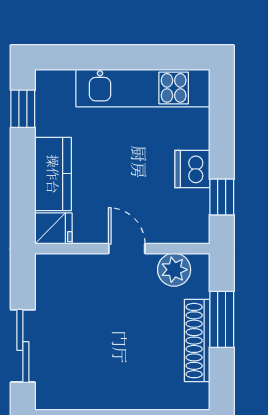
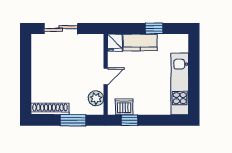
window: (23, 109) -> (154, 28), moved
dishwasher: (192, 169) -> (124, 107), moved
shoe rack: (197, 341) -> (50, 109), moved

